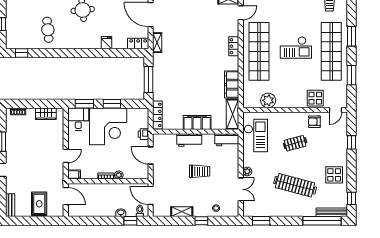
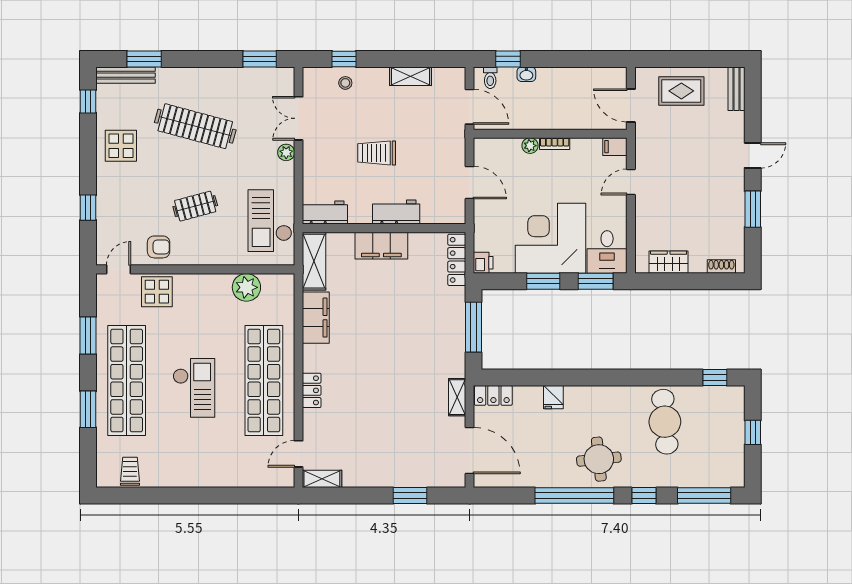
cafe table: (48, 30) -> (665, 422), width x1.37, depth x1.35
checkout: (296, 48) -> (194, 388), turned 90
printer: (144, 134) -> (483, 263), moved
rug: (39, 204) -> (681, 91), turned 90
window: (201, 221) -> (344, 59), moved
window: (322, 221) -> (144, 59), width x0.47

